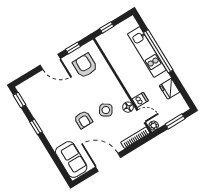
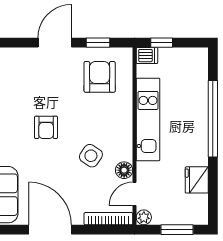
kitchen unit: (147, 52) -> (148, 119), moved, turned 180
door: (50, 62) -> (55, 43), swing flipped
dishwasher: (140, 100) -> (147, 56), moved
door: (141, 116) -> (134, 194), swing flipped
armchair: (83, 120) -> (46, 127), moved

